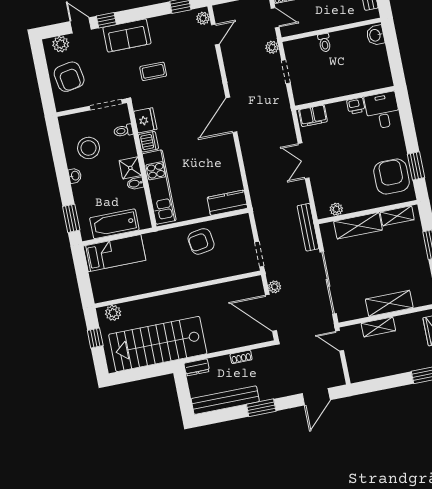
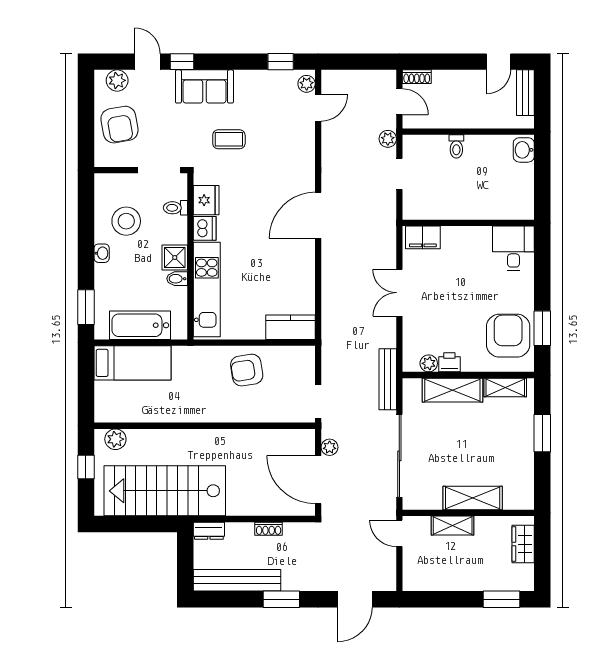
printer: (356, 106) -> (449, 362), moved, turned 180

